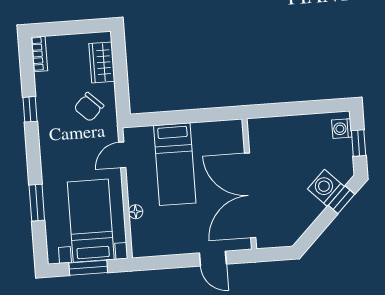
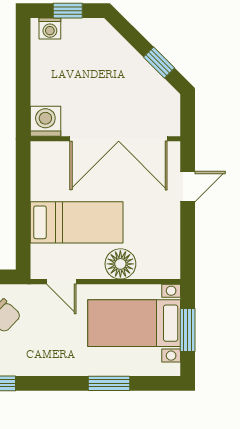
washing machine: (326, 188) -> (45, 121), moved, turned 135
window: (342, 200) -> (159, 63), moved
floor lamp: (136, 212) -> (120, 264), width x1.89, depth x1.89

